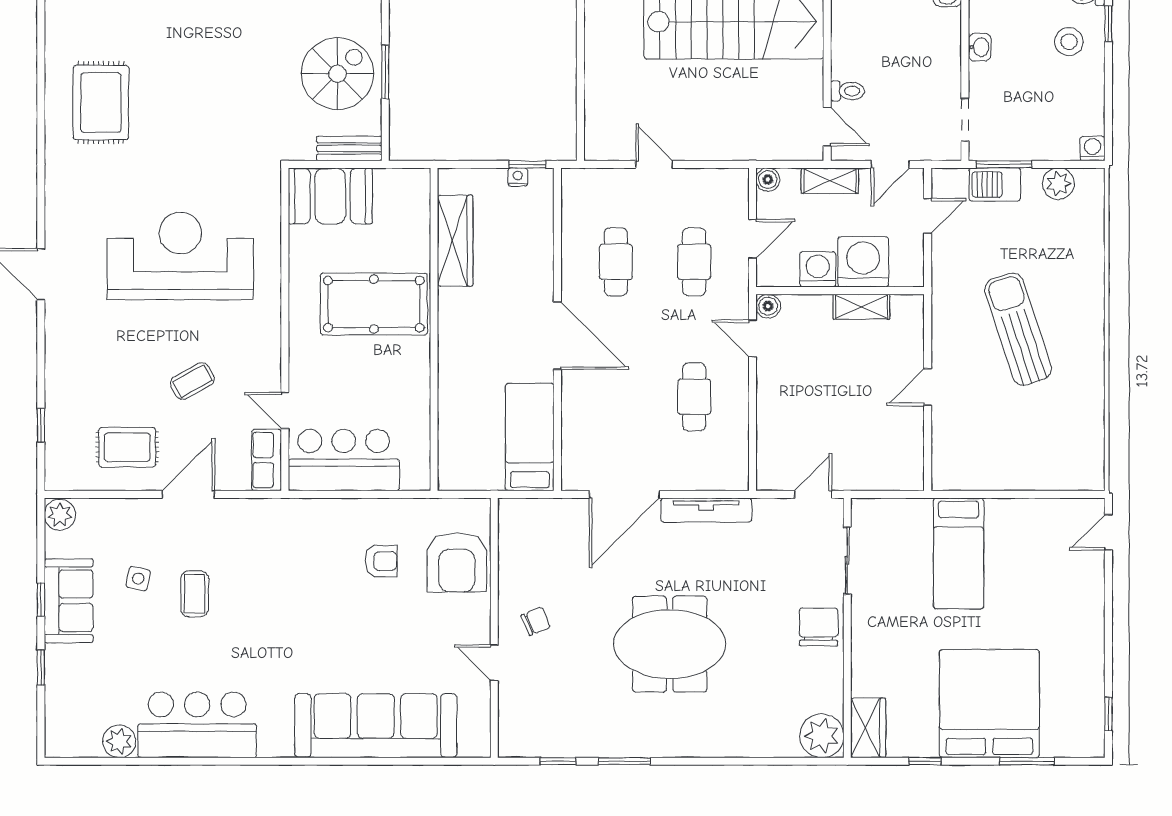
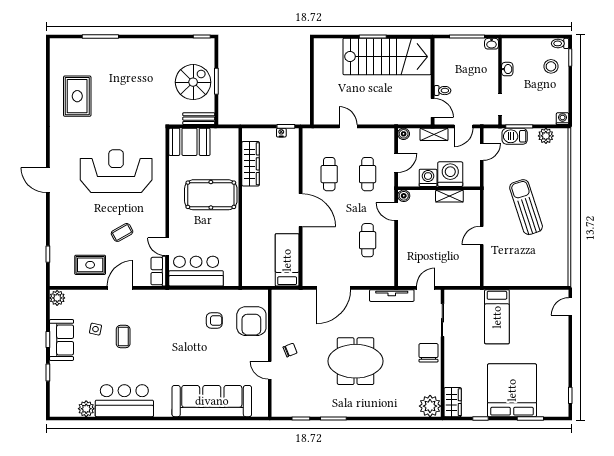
tv unit: (706, 510) -> (392, 296), moved

